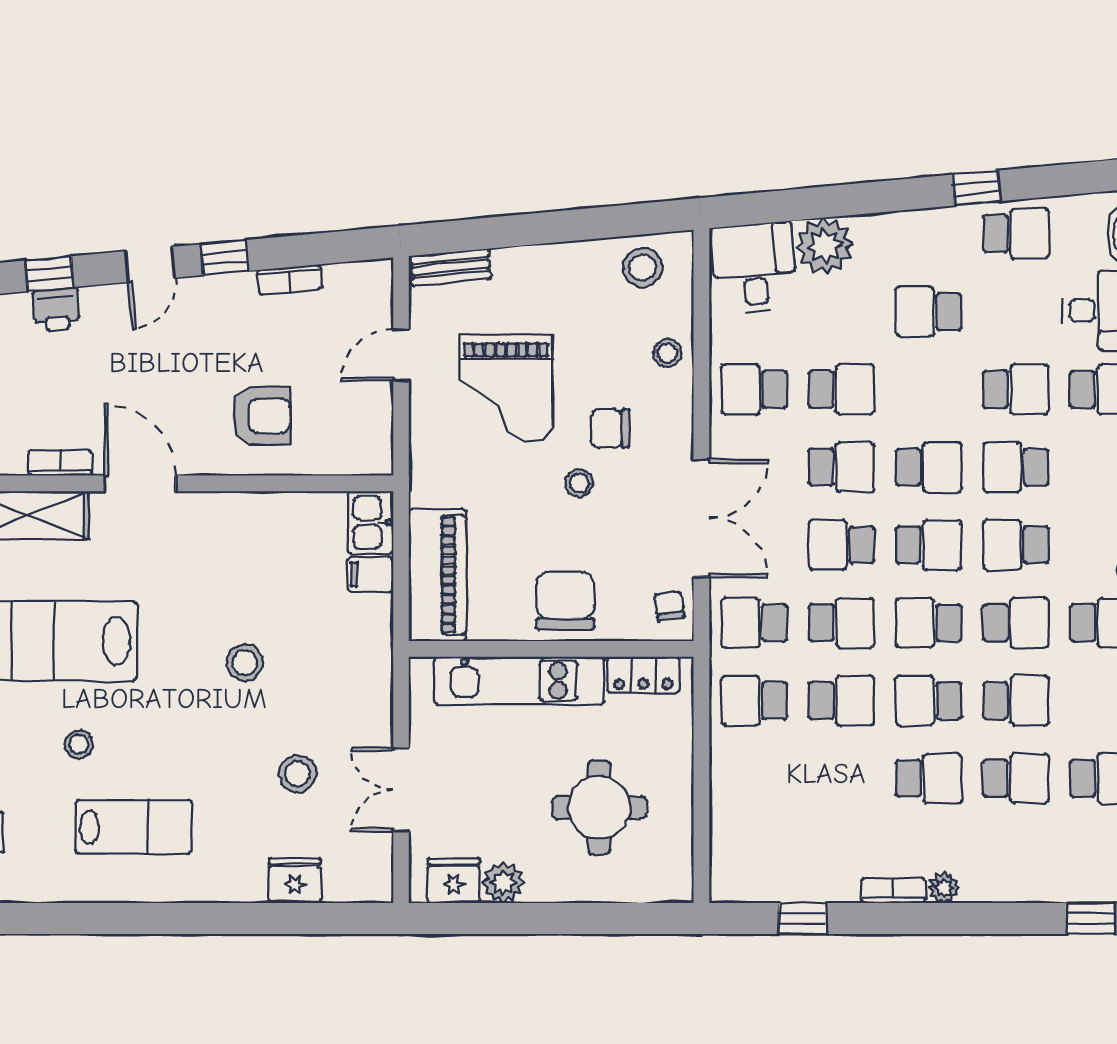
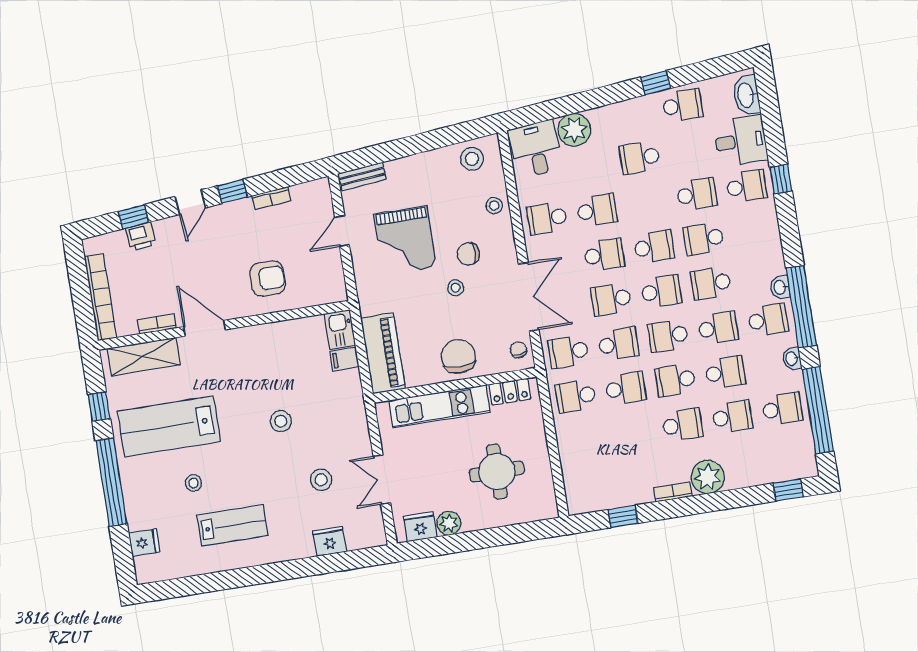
plant: (944, 888) -> (708, 477), width x1.87, depth x1.87

